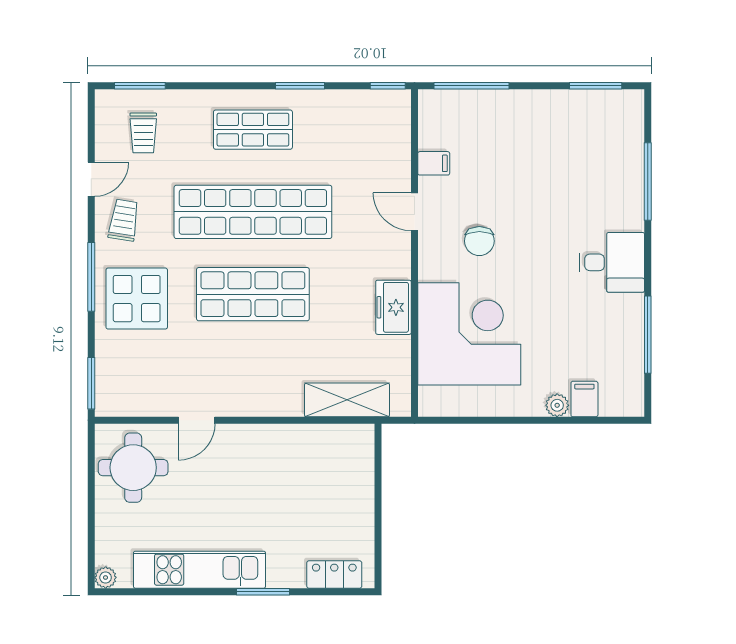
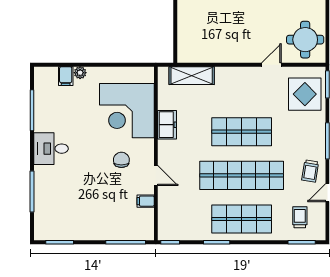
shop shelf: (253, 130) -> (242, 219), width x1.43, depth x1.36
display table: (137, 299) -> (305, 94), moved

